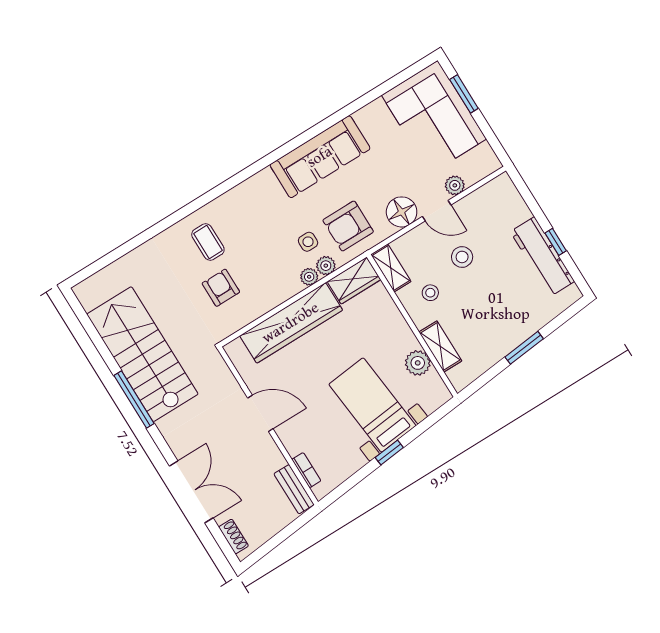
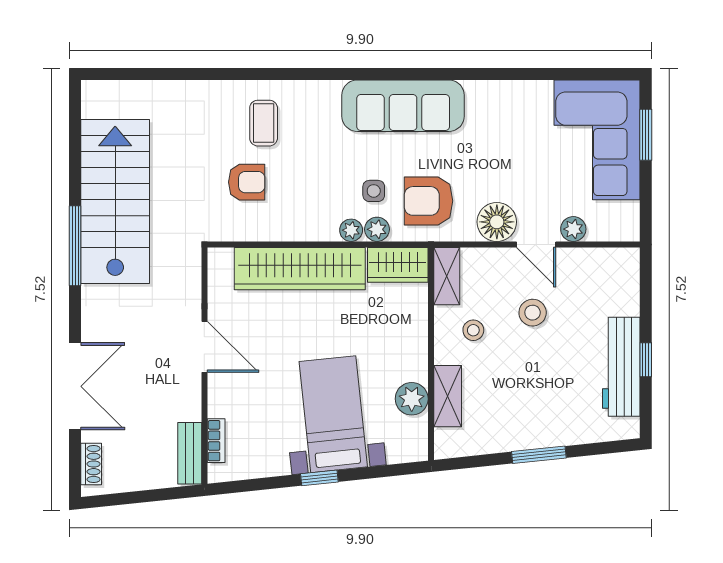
sofa: (320, 157) -> (403, 106), moved
armchair: (221, 288) -> (247, 182), turned 90

